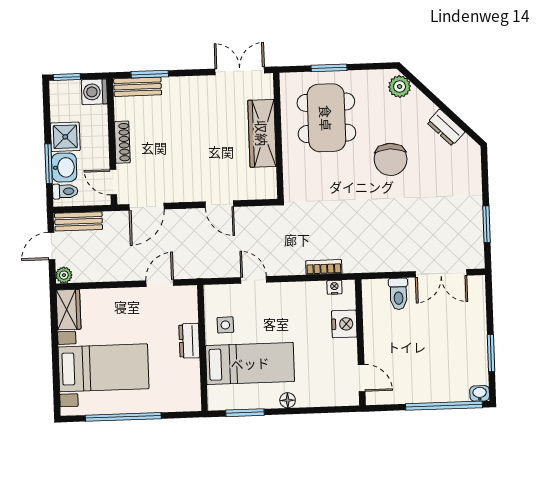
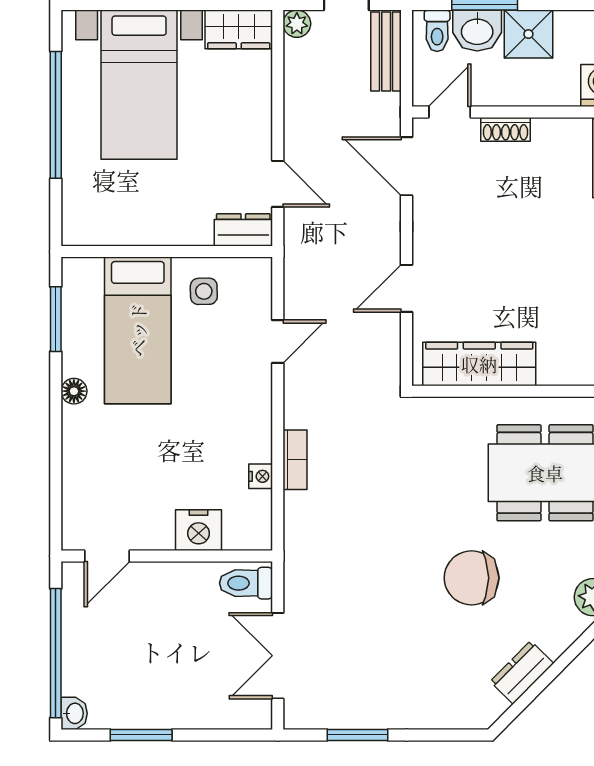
wardrobe: (262, 133) -> (479, 364), moved
shoe rack: (122, 142) -> (506, 129), width x0.70
nightstand: (344, 324) -> (199, 530), moved
dresser: (189, 341) -> (243, 230), moved
wall: (360, 342) -> (167, 556), moved
door: (362, 378) -> (107, 556), moved

